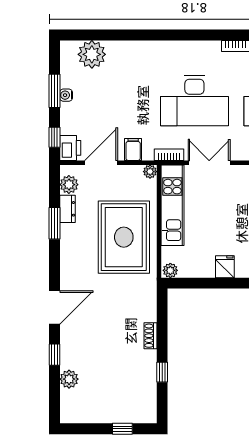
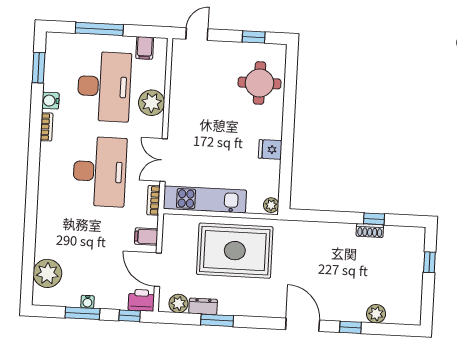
plant: (150, 172) -> (170, 220), removed
shoe rack: (150, 336) -> (370, 231), moved

